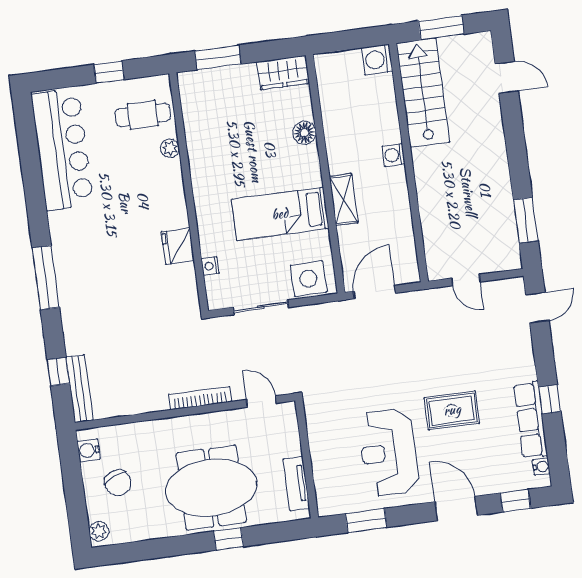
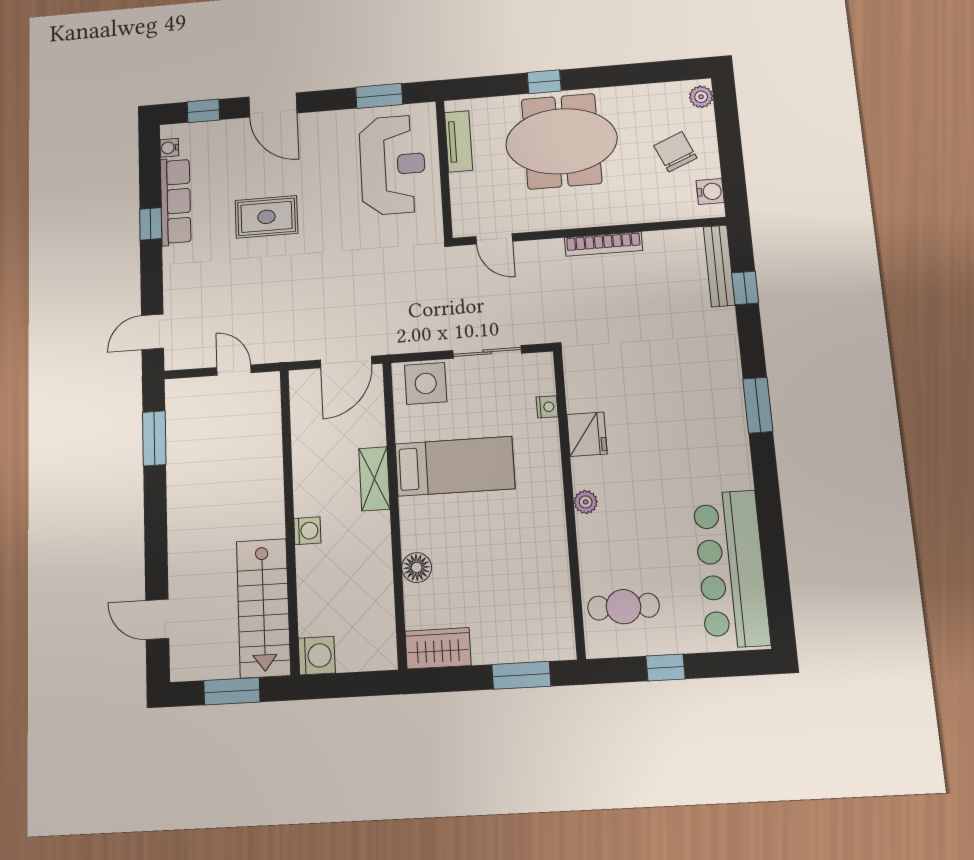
plant: (170, 148) -> (586, 502), moved
window: (46, 278) -> (758, 405), width x0.69
bookcase: (200, 398) -> (603, 244), moved
reception desk: (389, 452) -> (393, 165), moved

